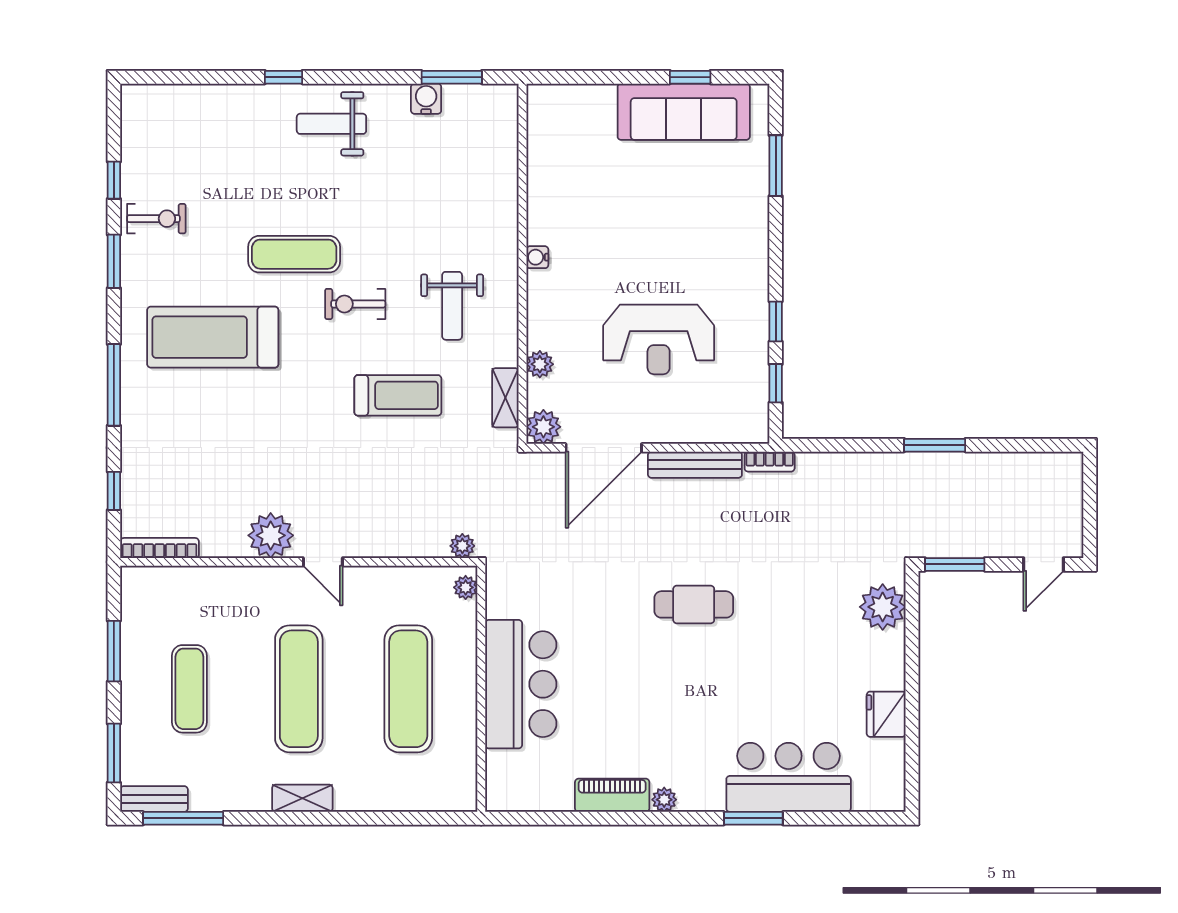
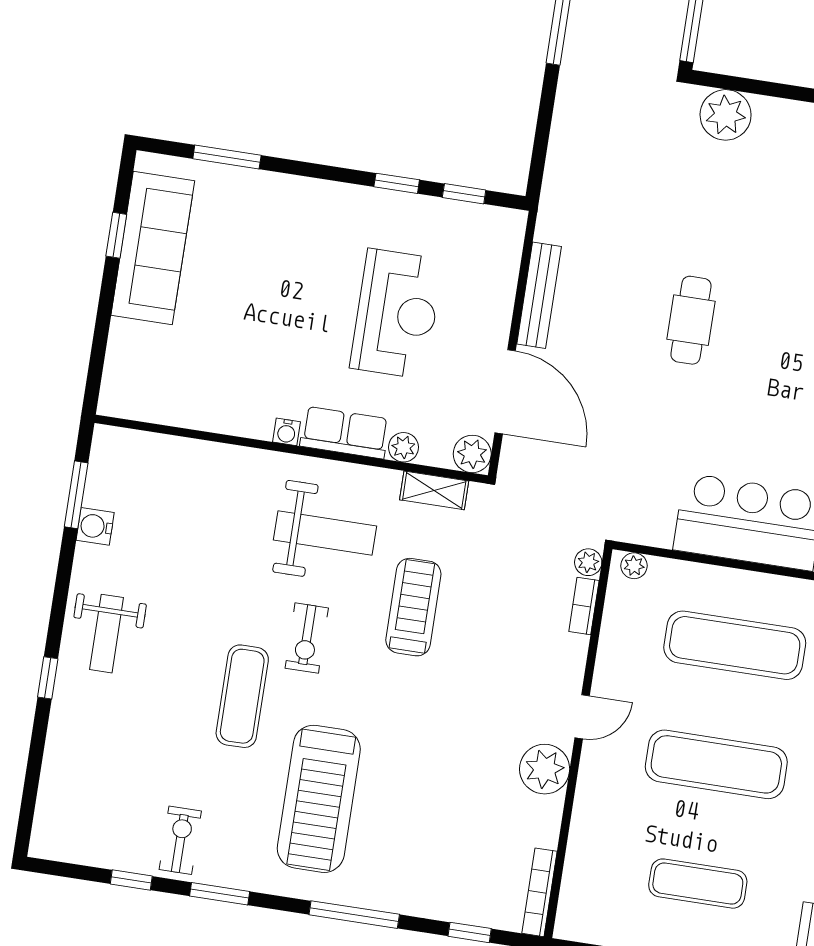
weight bench: (452, 306) -> (325, 533), width x1.36, depth x1.33
row of seats: (545, 309) -> (345, 433), added
bookcase: (770, 462) -> (584, 606), moved, turned 180

